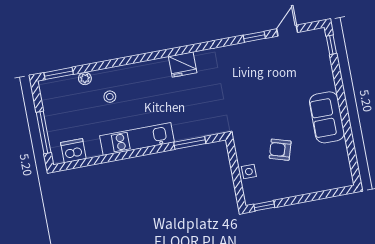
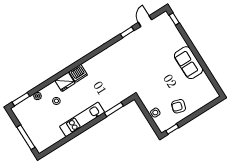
fridge: (183, 65) -> (65, 82), moved
armchair: (280, 150) -> (179, 106), moved
dishwasher: (73, 151) -> (78, 73), moved, turned 180

